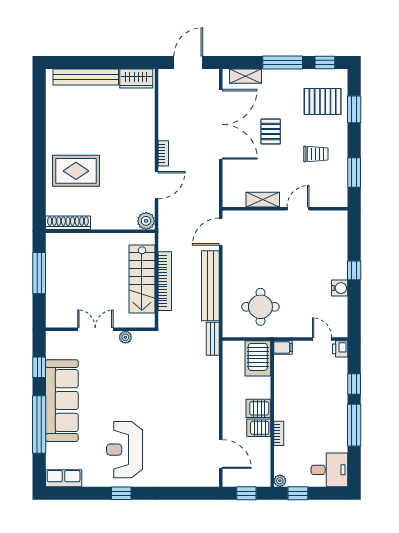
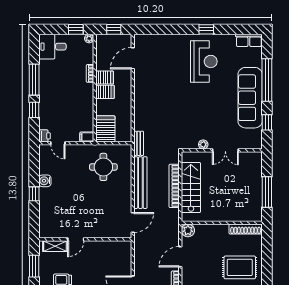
shelving: (263, 200) -> (55, 246), moved
door: (221, 454) -> (133, 58), hinge flipped

